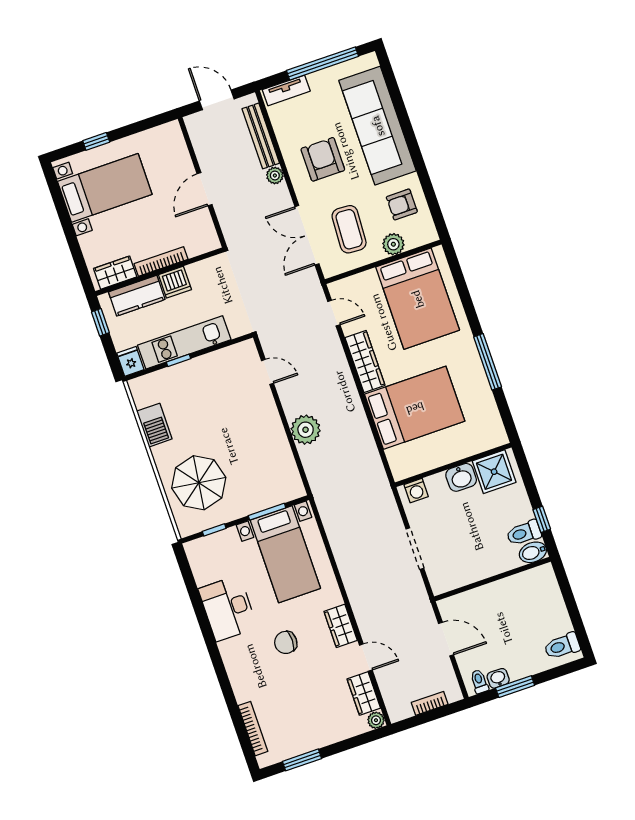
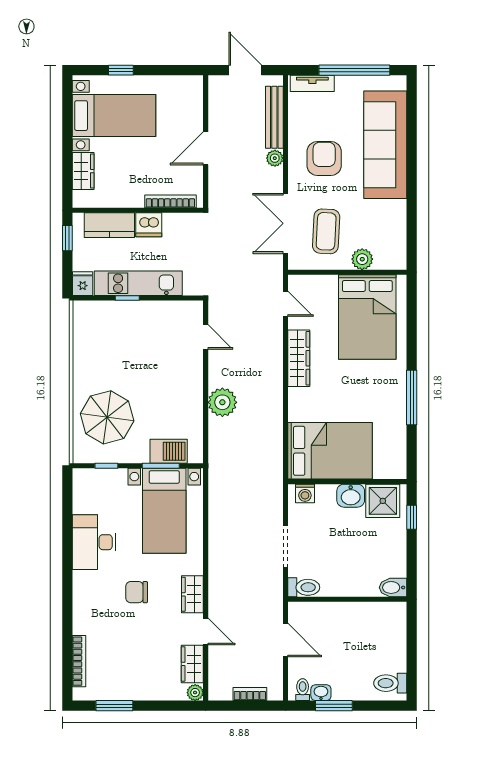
armchair: (402, 204) -> (383, 225), removed
bookcase: (161, 262) -> (170, 201), moved
wardrobe: (115, 273) -> (83, 171), moved, turned 90
bed: (415, 408) -> (330, 451), moved
barbecue: (154, 425) -> (169, 451), moved, turned -90
window: (542, 519) -> (412, 517), moved
toilet: (524, 533) -> (304, 587), moved, turned 180

